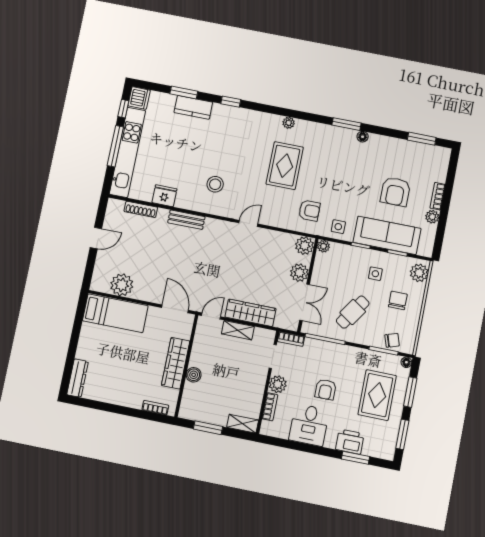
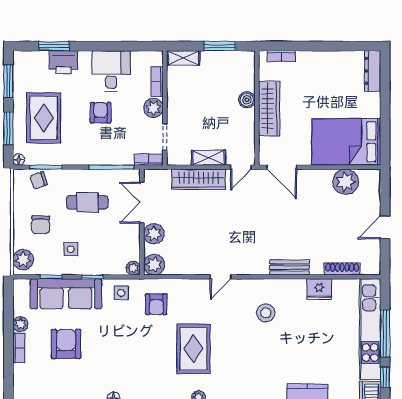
armchair: (309, 211) -> (156, 304), turned -90
cafe table: (353, 312) -> (87, 202), turned 56
bed: (115, 313) -> (346, 142), width x1.50

